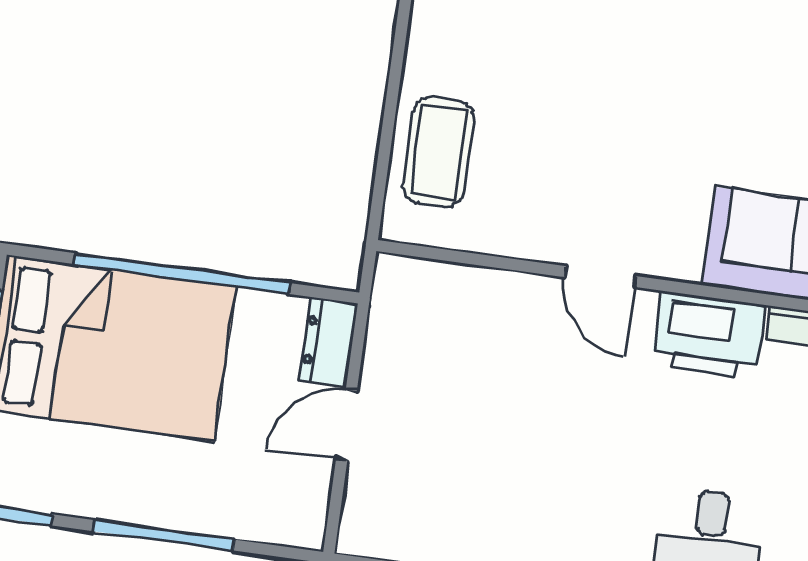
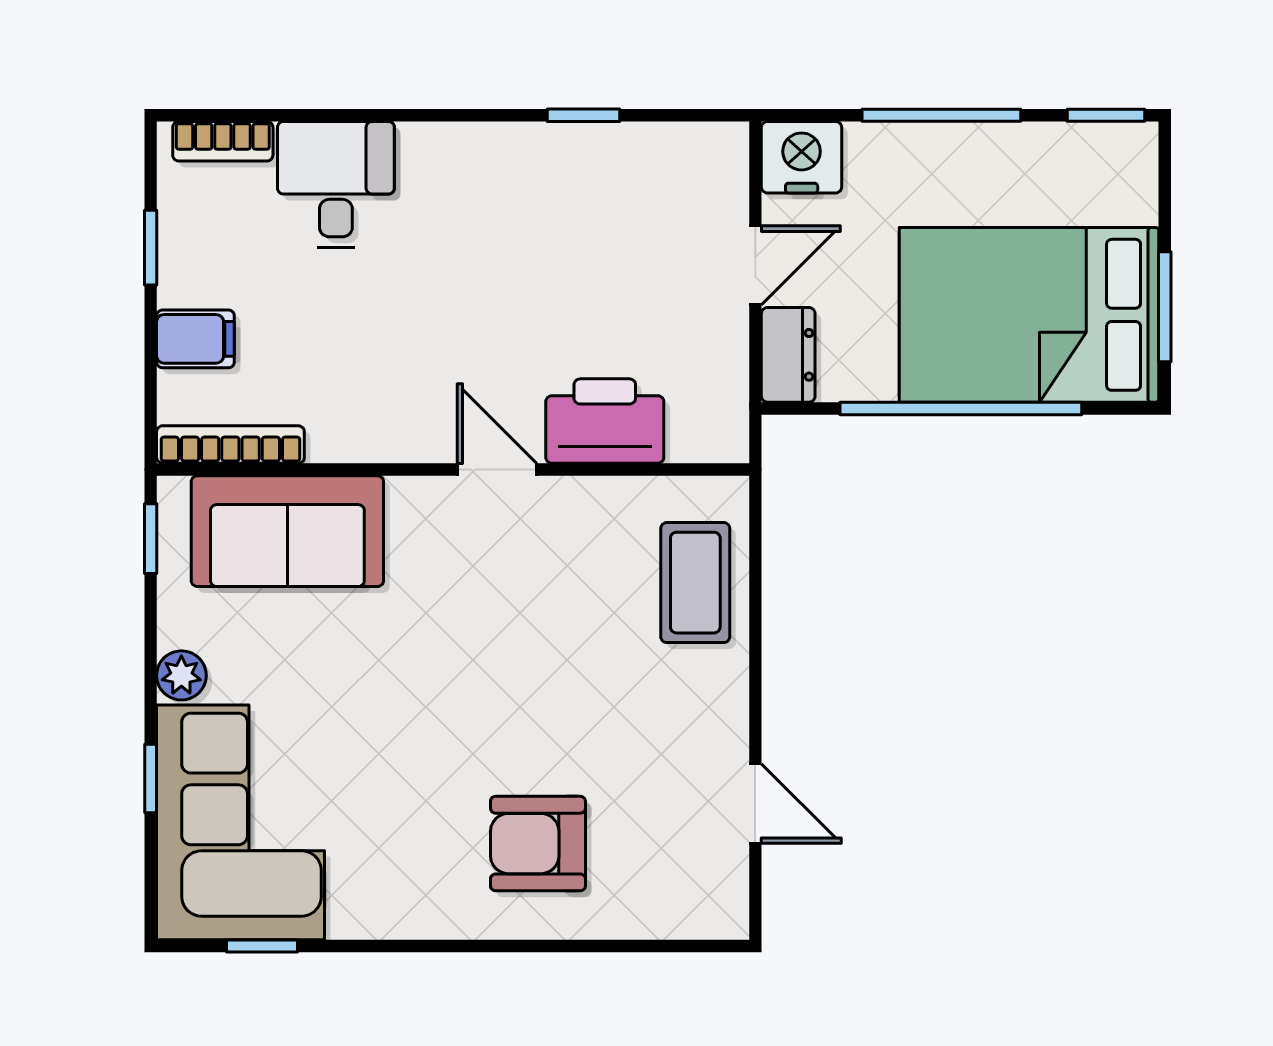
printer: (708, 335) -> (605, 421), moved
nightstand: (292, 515) -> (802, 157), added

